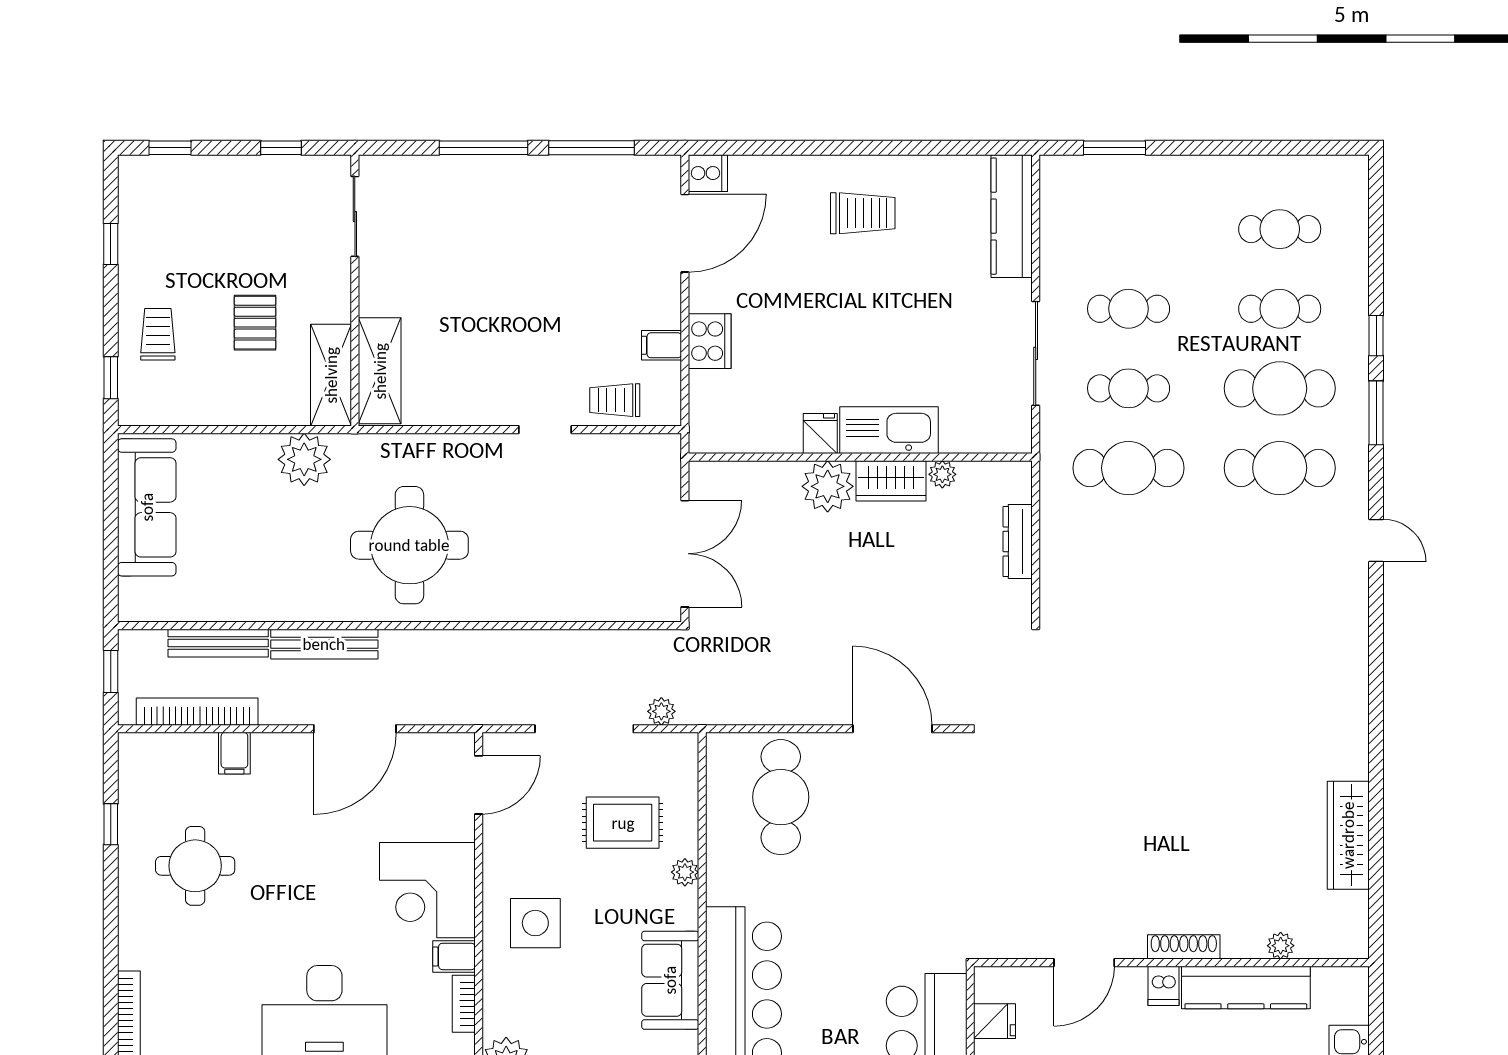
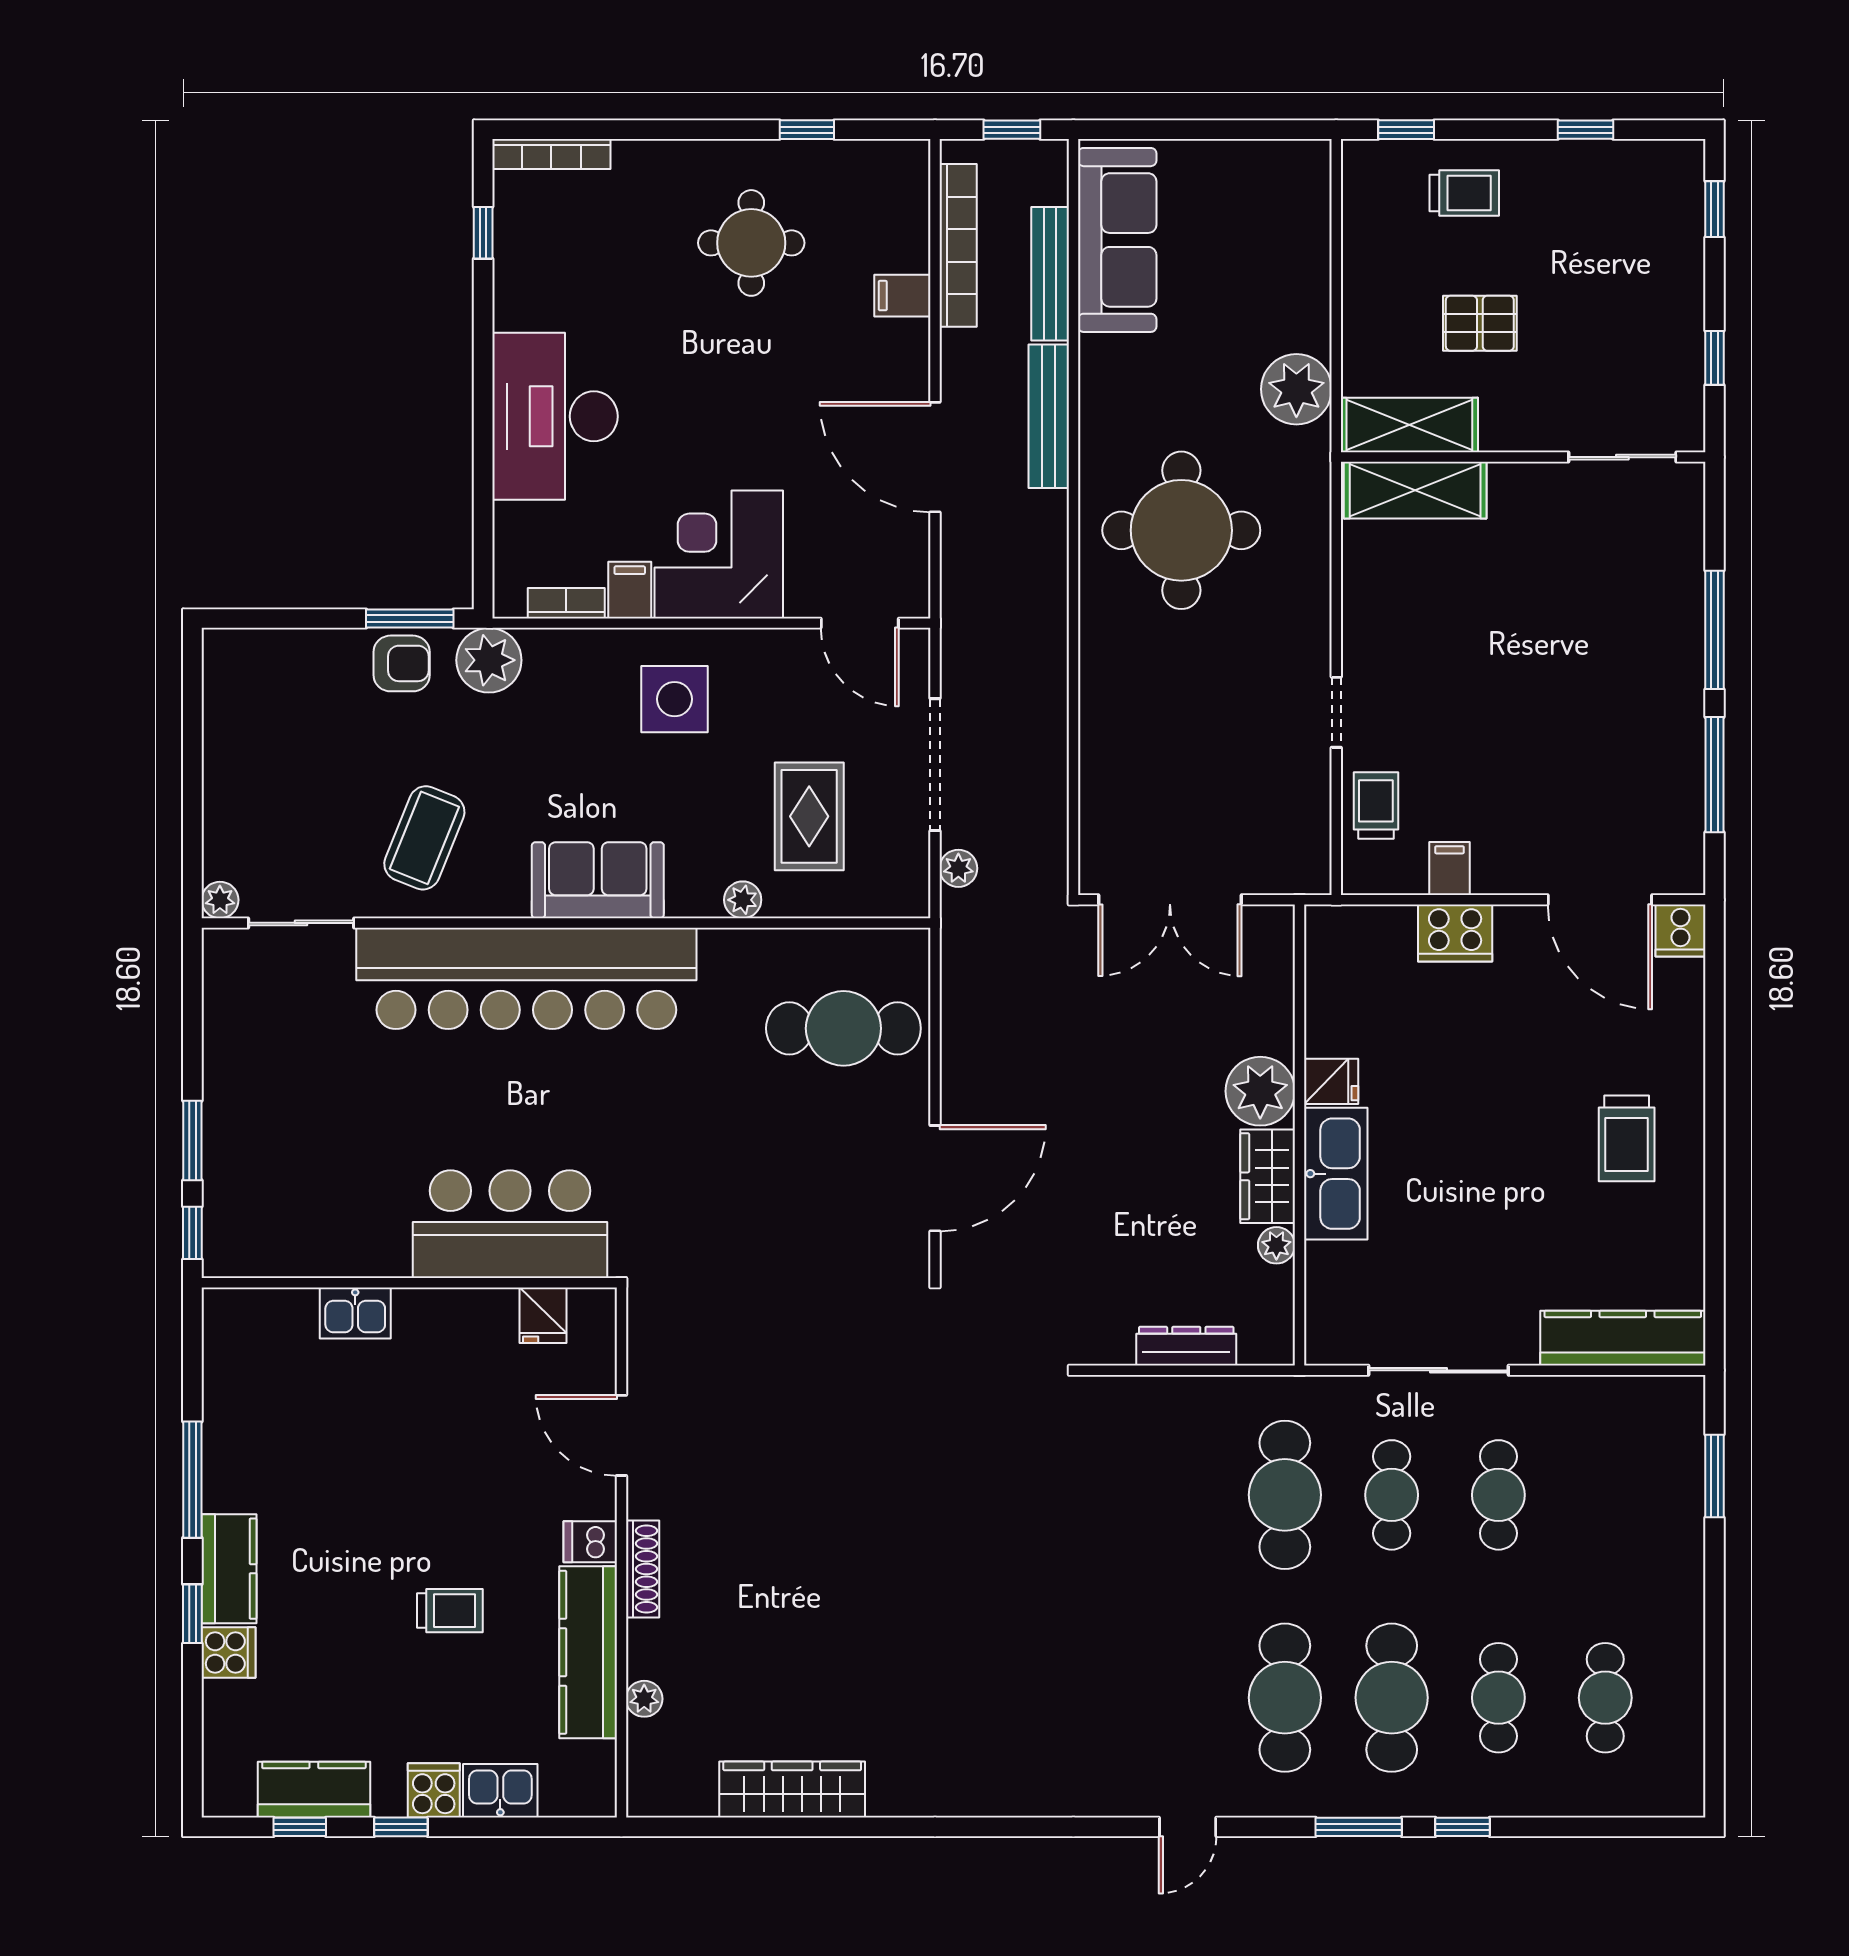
sofa: (147, 507) -> (1117, 240), moved, turned -90

